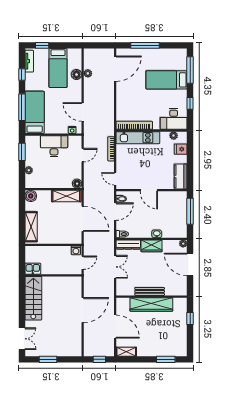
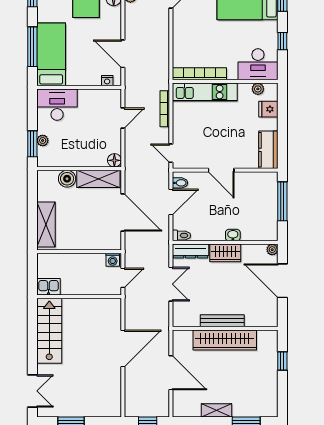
desk: (54, 146) -> (57, 105), moved
window: (22, 152) -> (32, 144), moved
boiler: (31, 196) -> (67, 179), moved
shelving: (126, 352) -> (216, 410), moved

